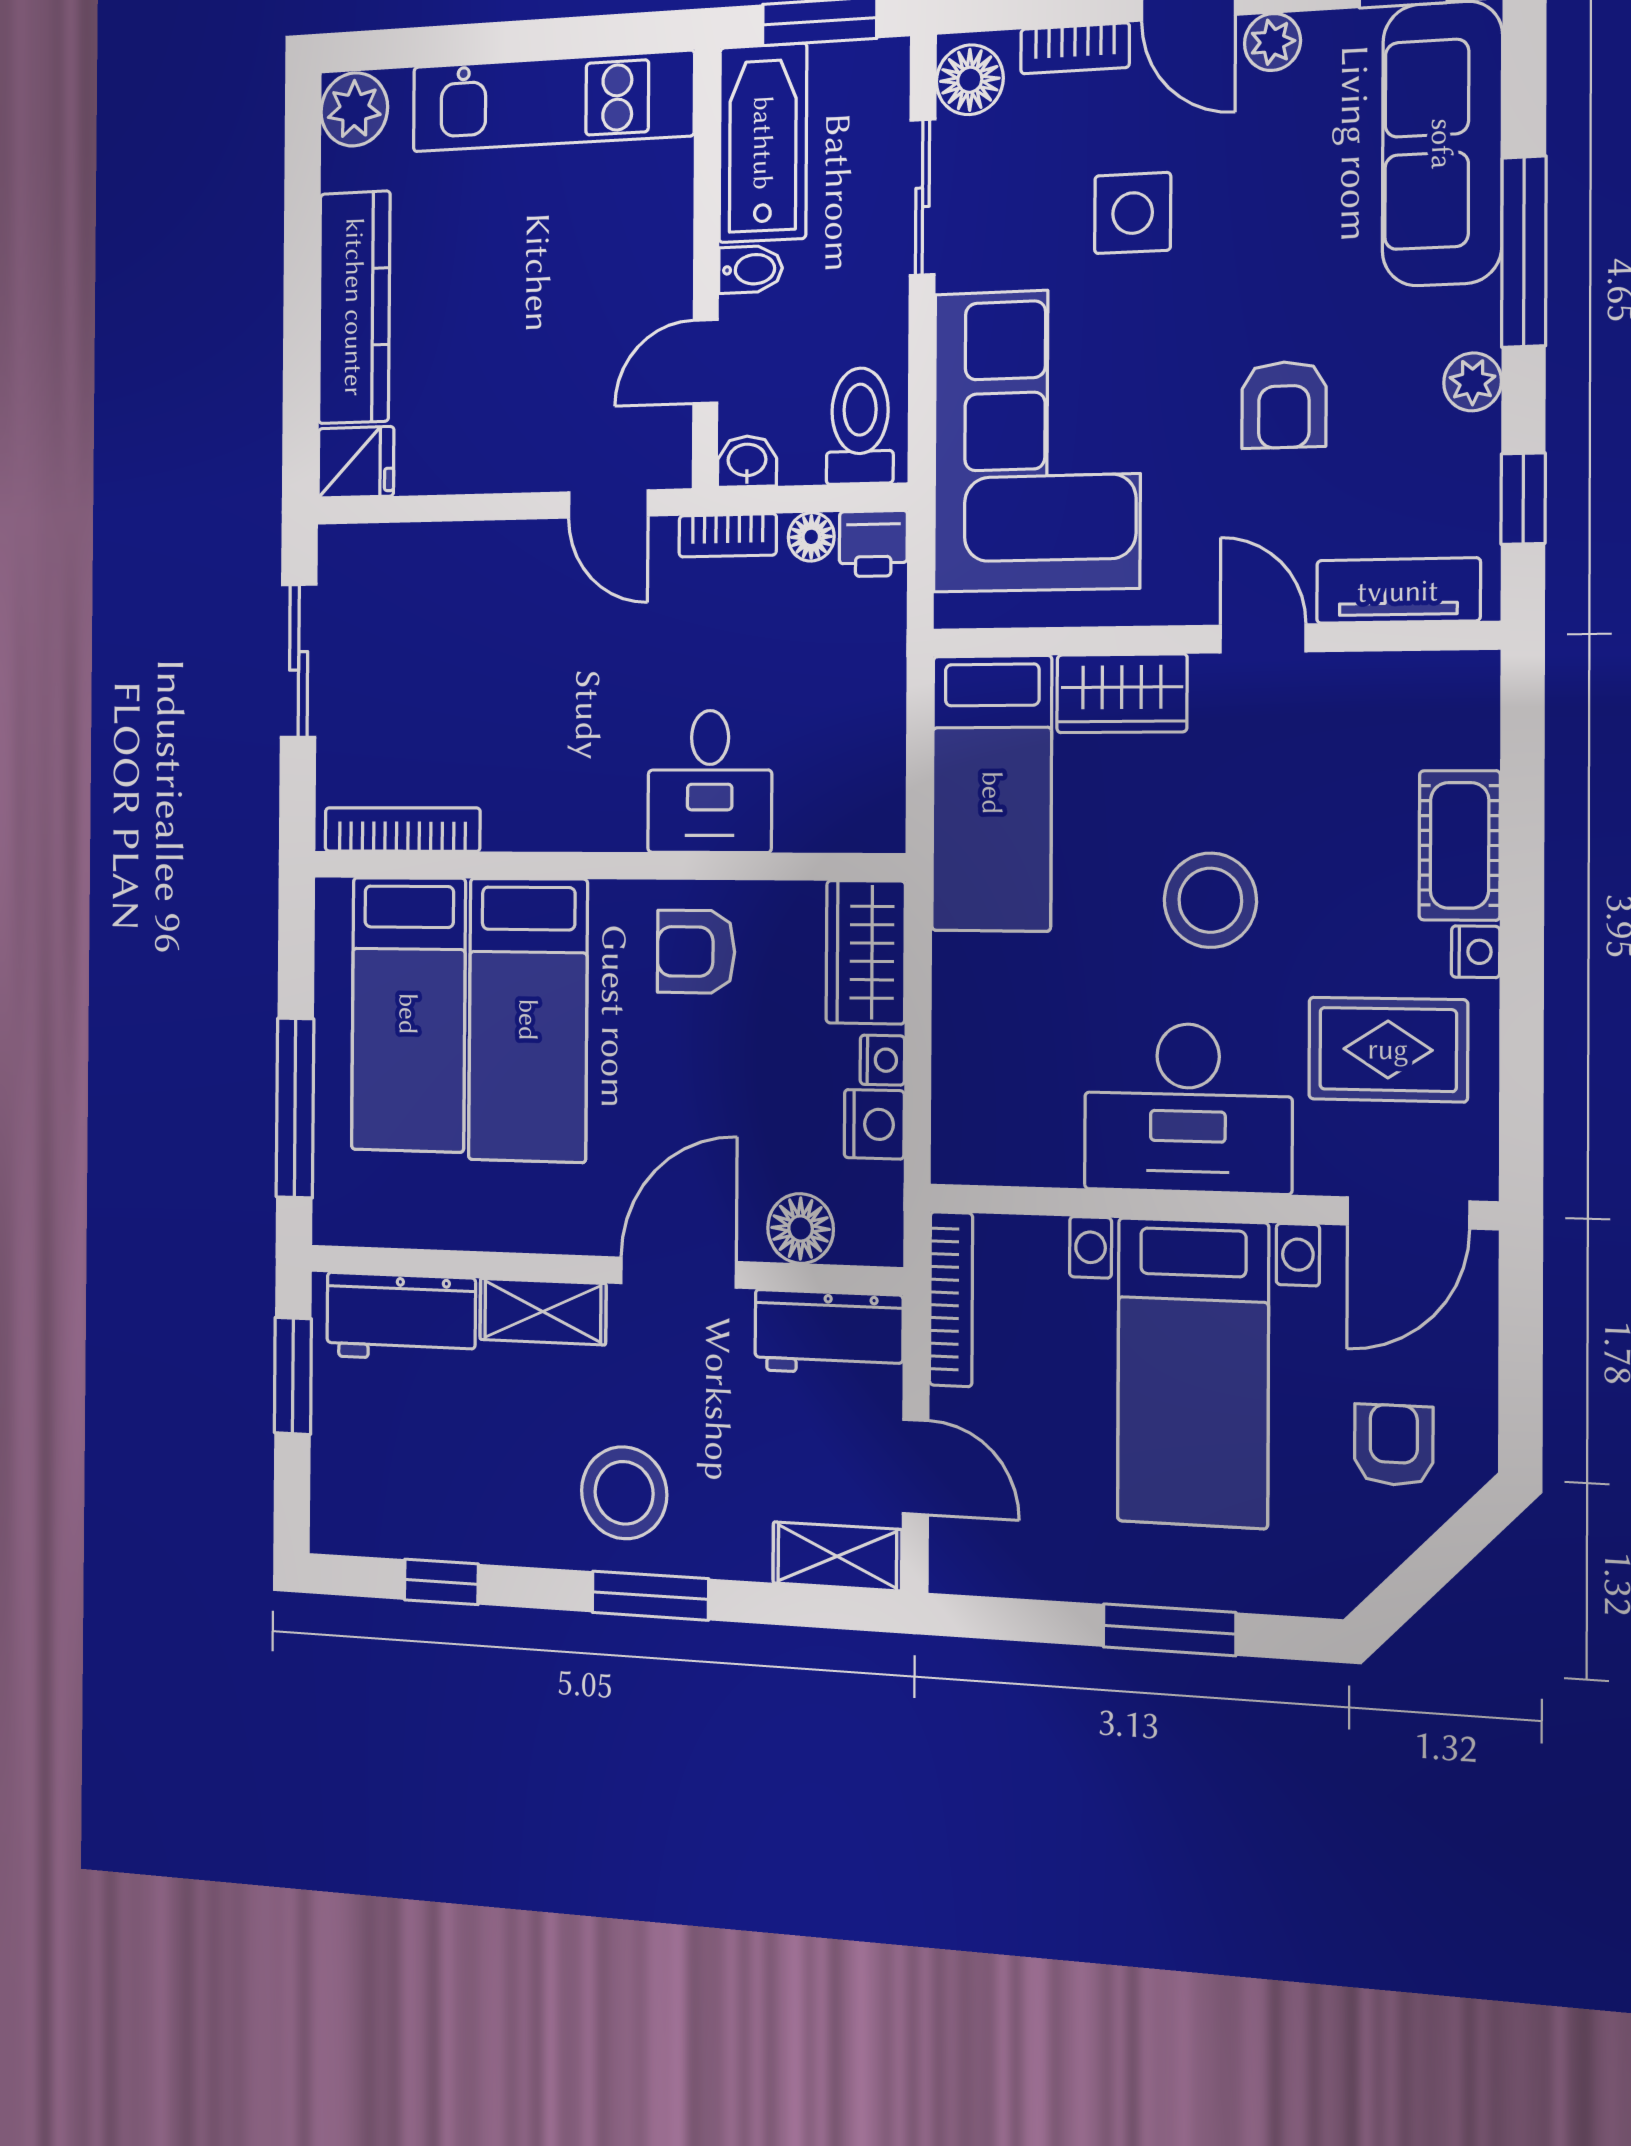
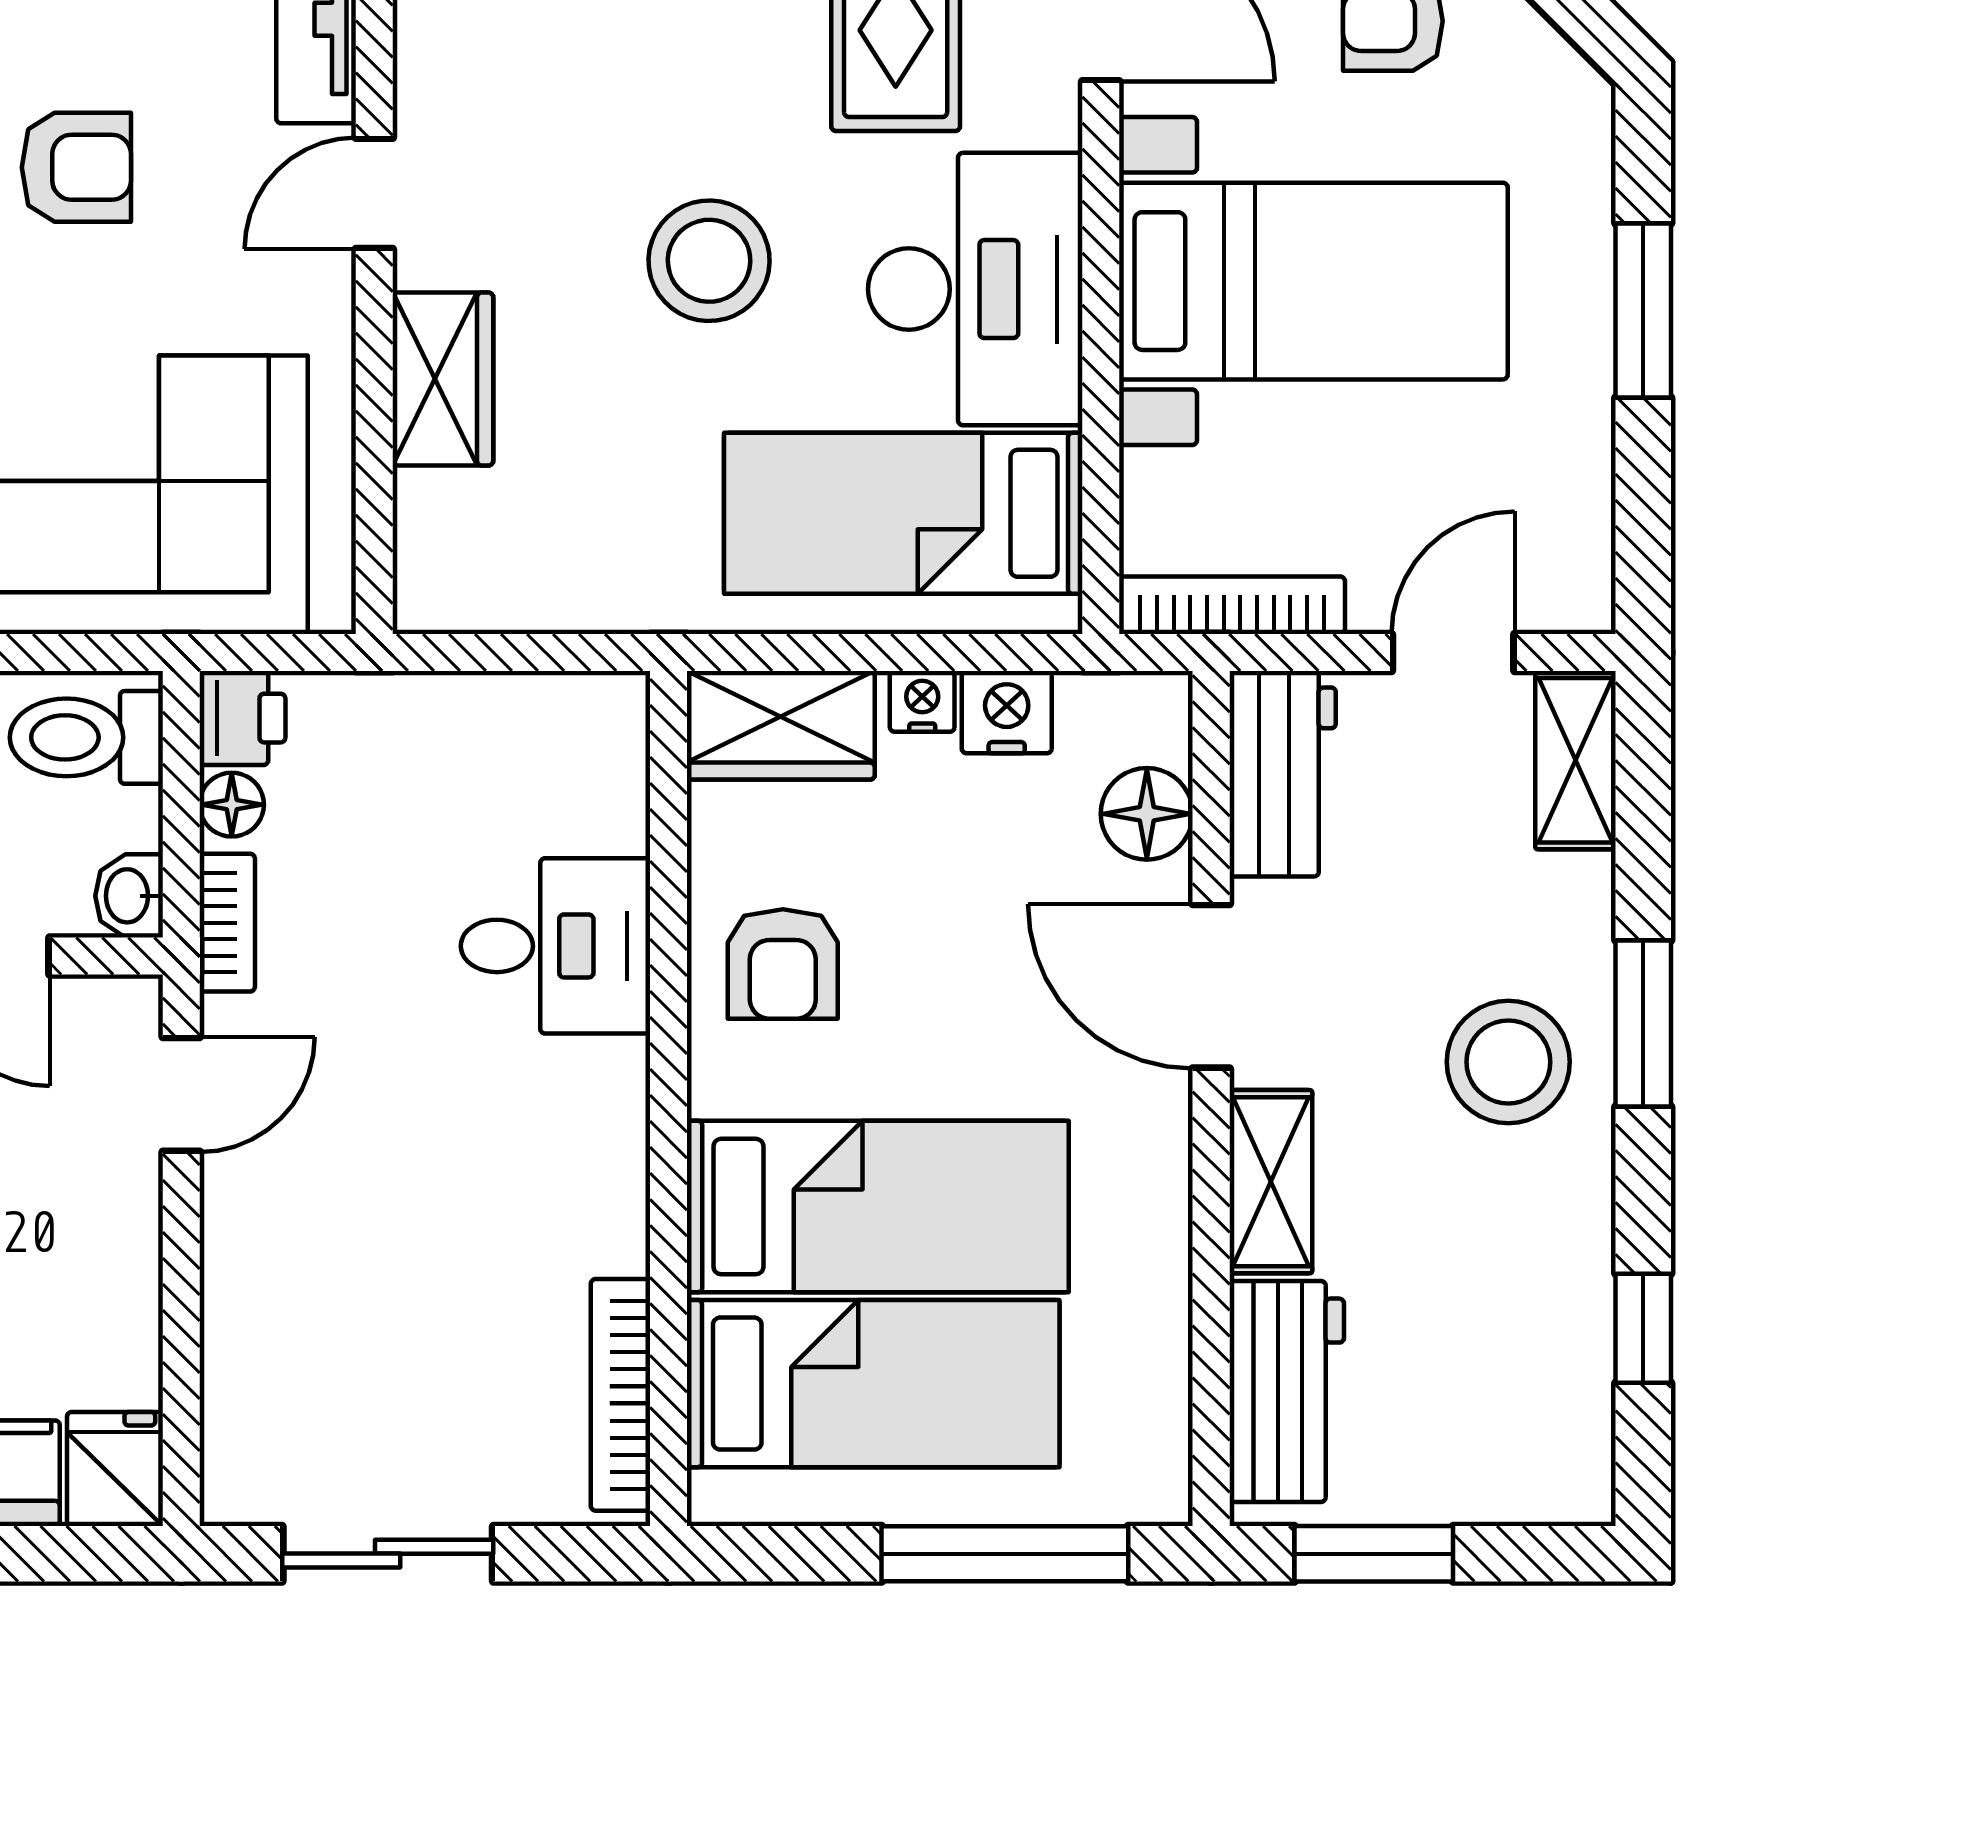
bed: (992, 793) -> (903, 513), moved, turned 180

